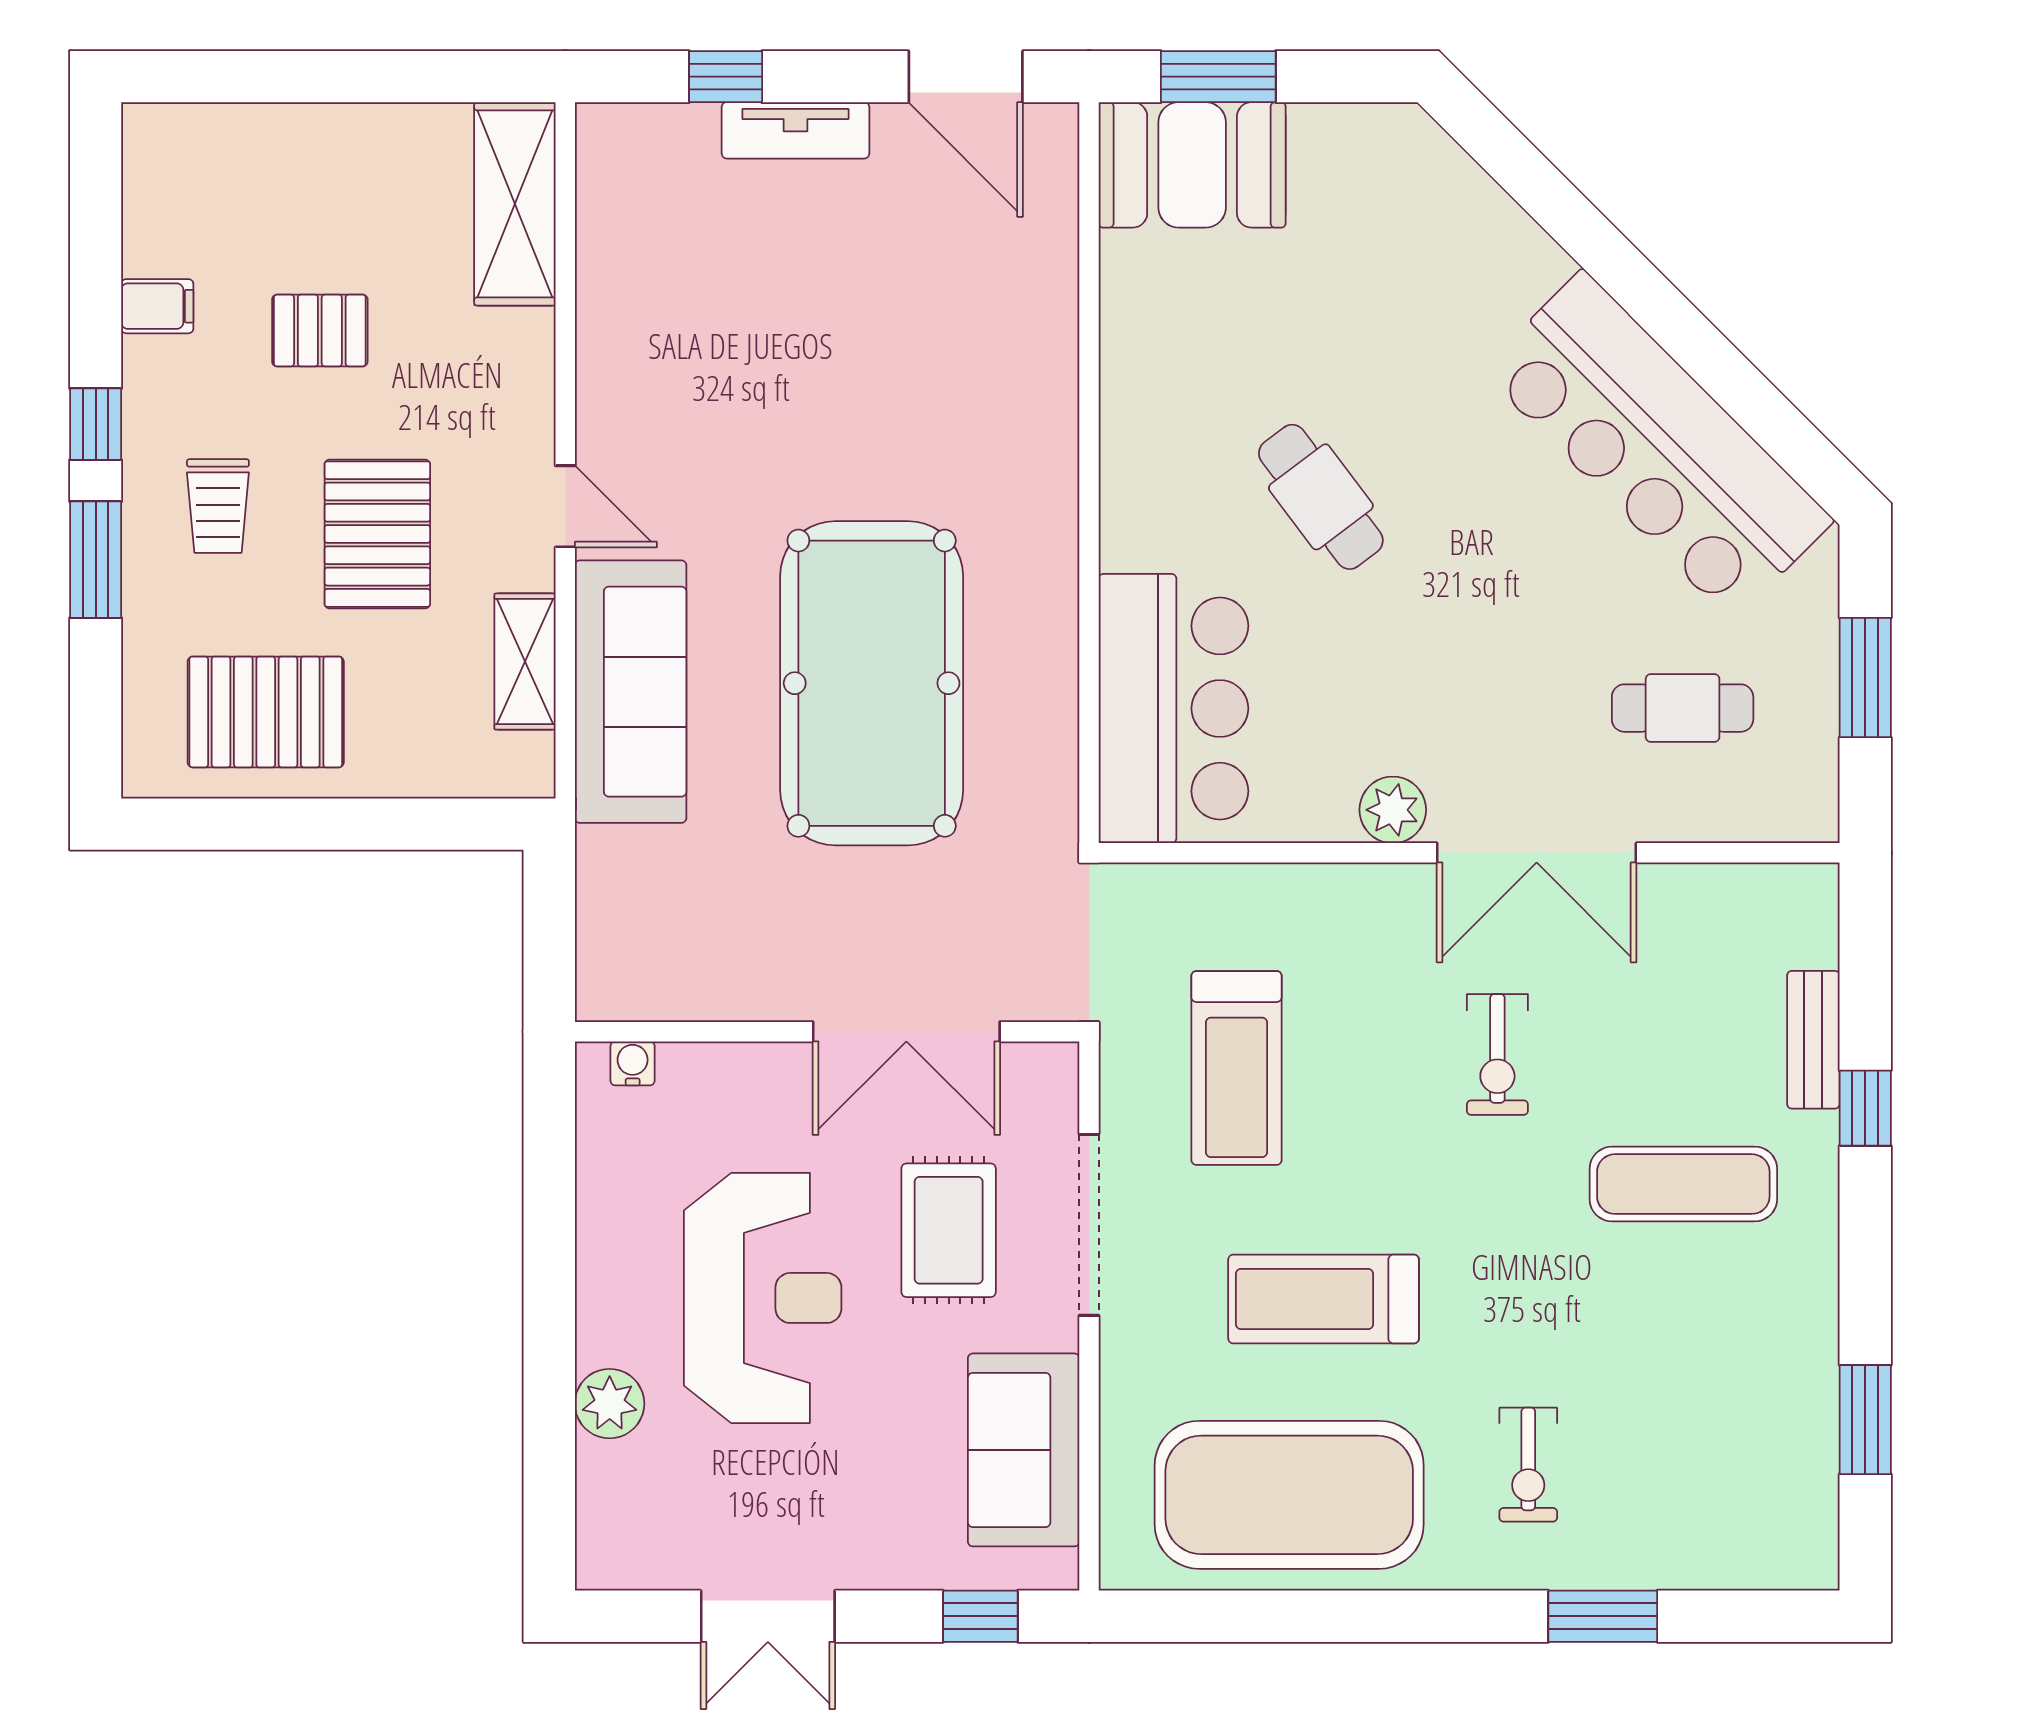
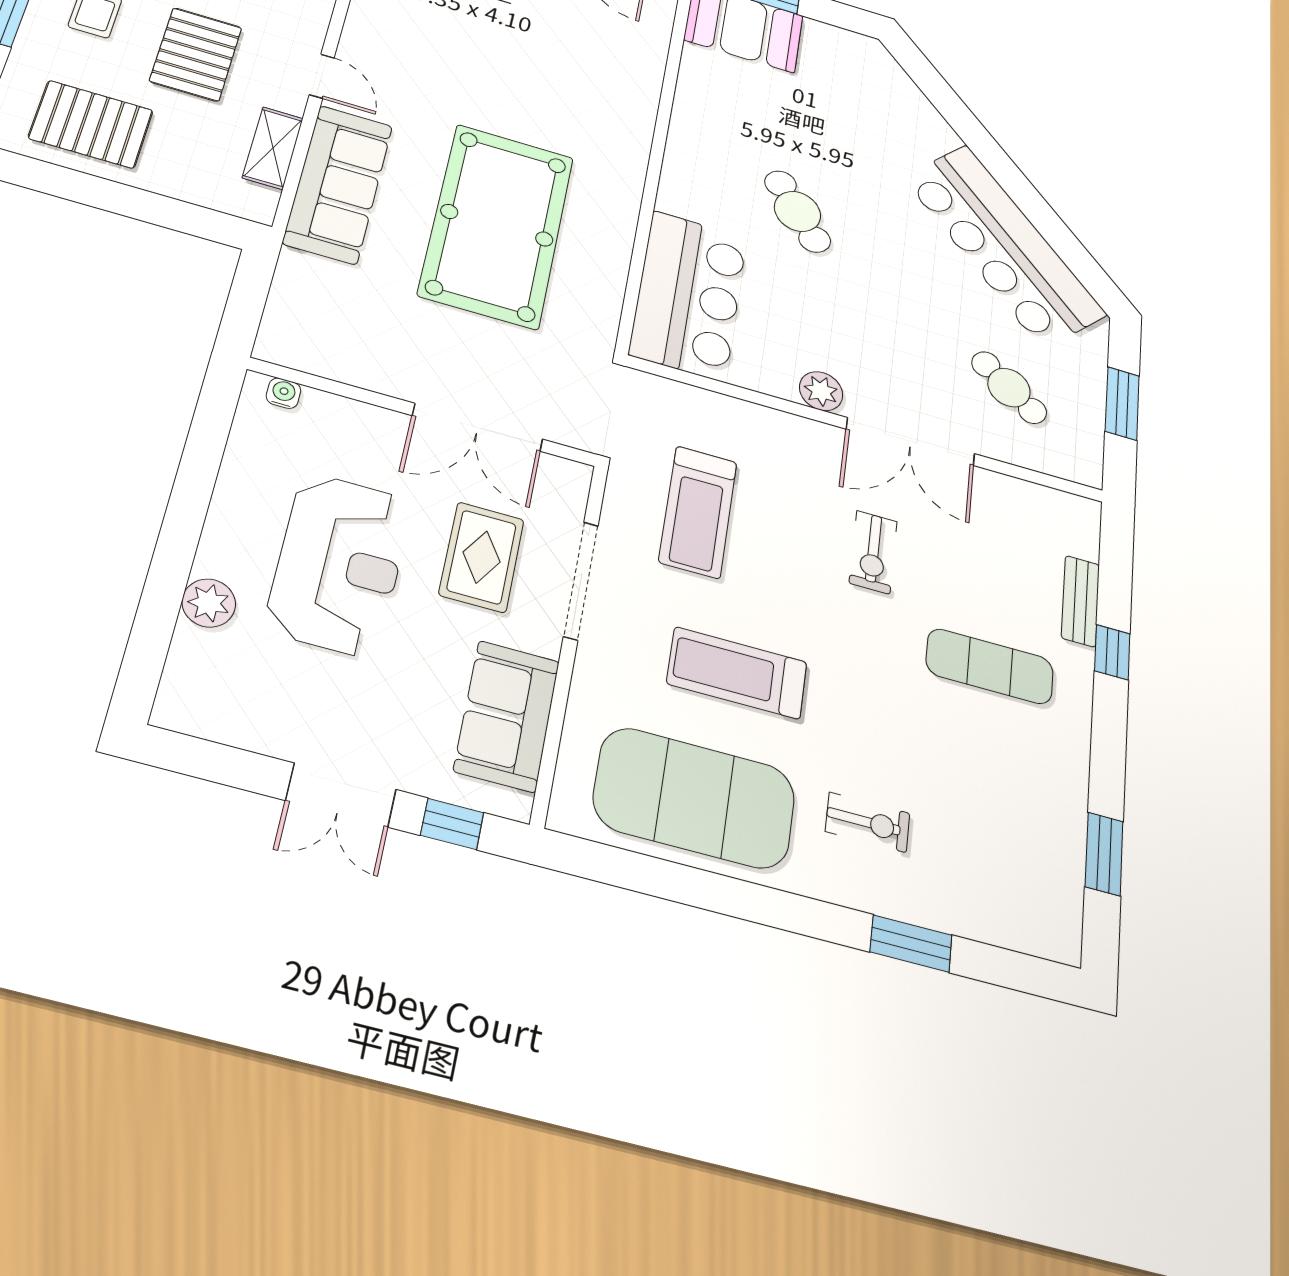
cafe table: (1683, 708) -> (1009, 388), turned 37
exercise bike: (1528, 1465) -> (868, 822), turned -90
double door: (768, 1616) -> (341, 795), moved

